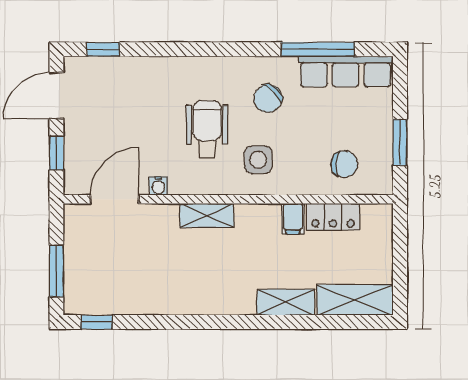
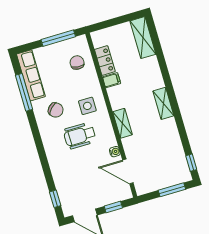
window: (400, 142) -> (58, 38), width x1.44
shelving: (286, 302) -> (163, 103), moved

